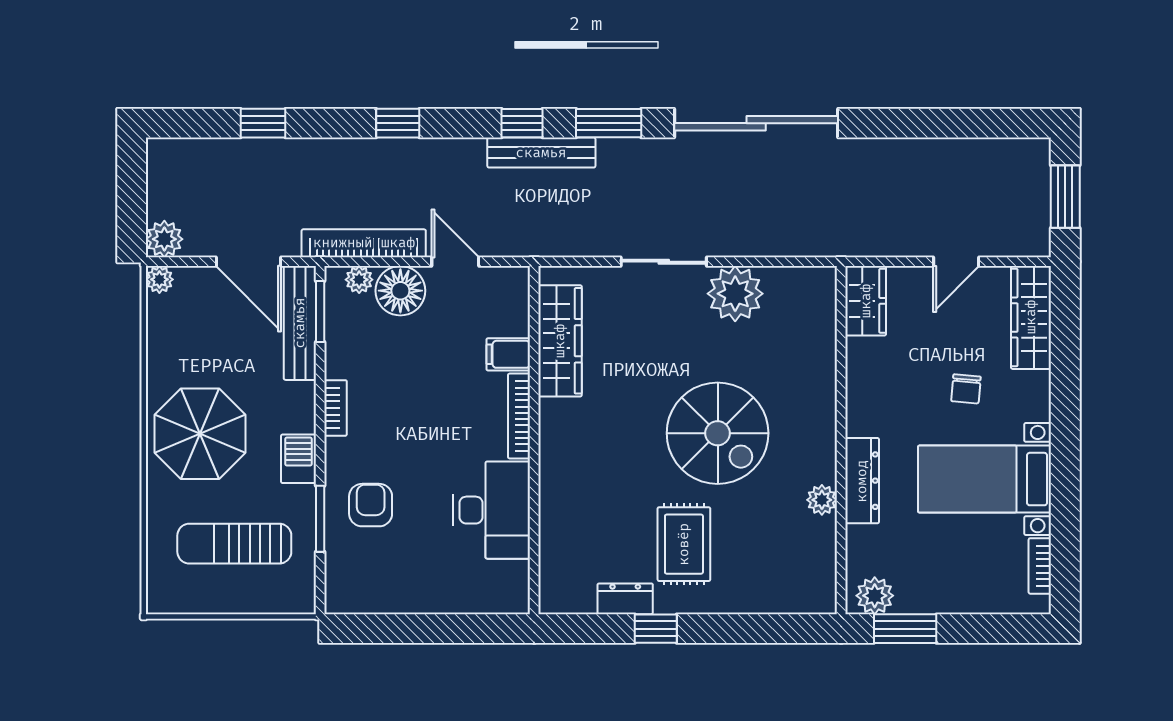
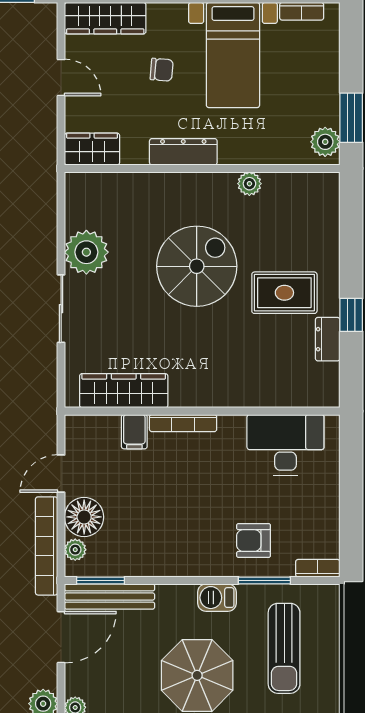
bookcase: (336, 408) -> (318, 568), moved
dresser: (862, 481) -> (183, 152), moved
desk: (492, 510) -> (285, 445), moved

